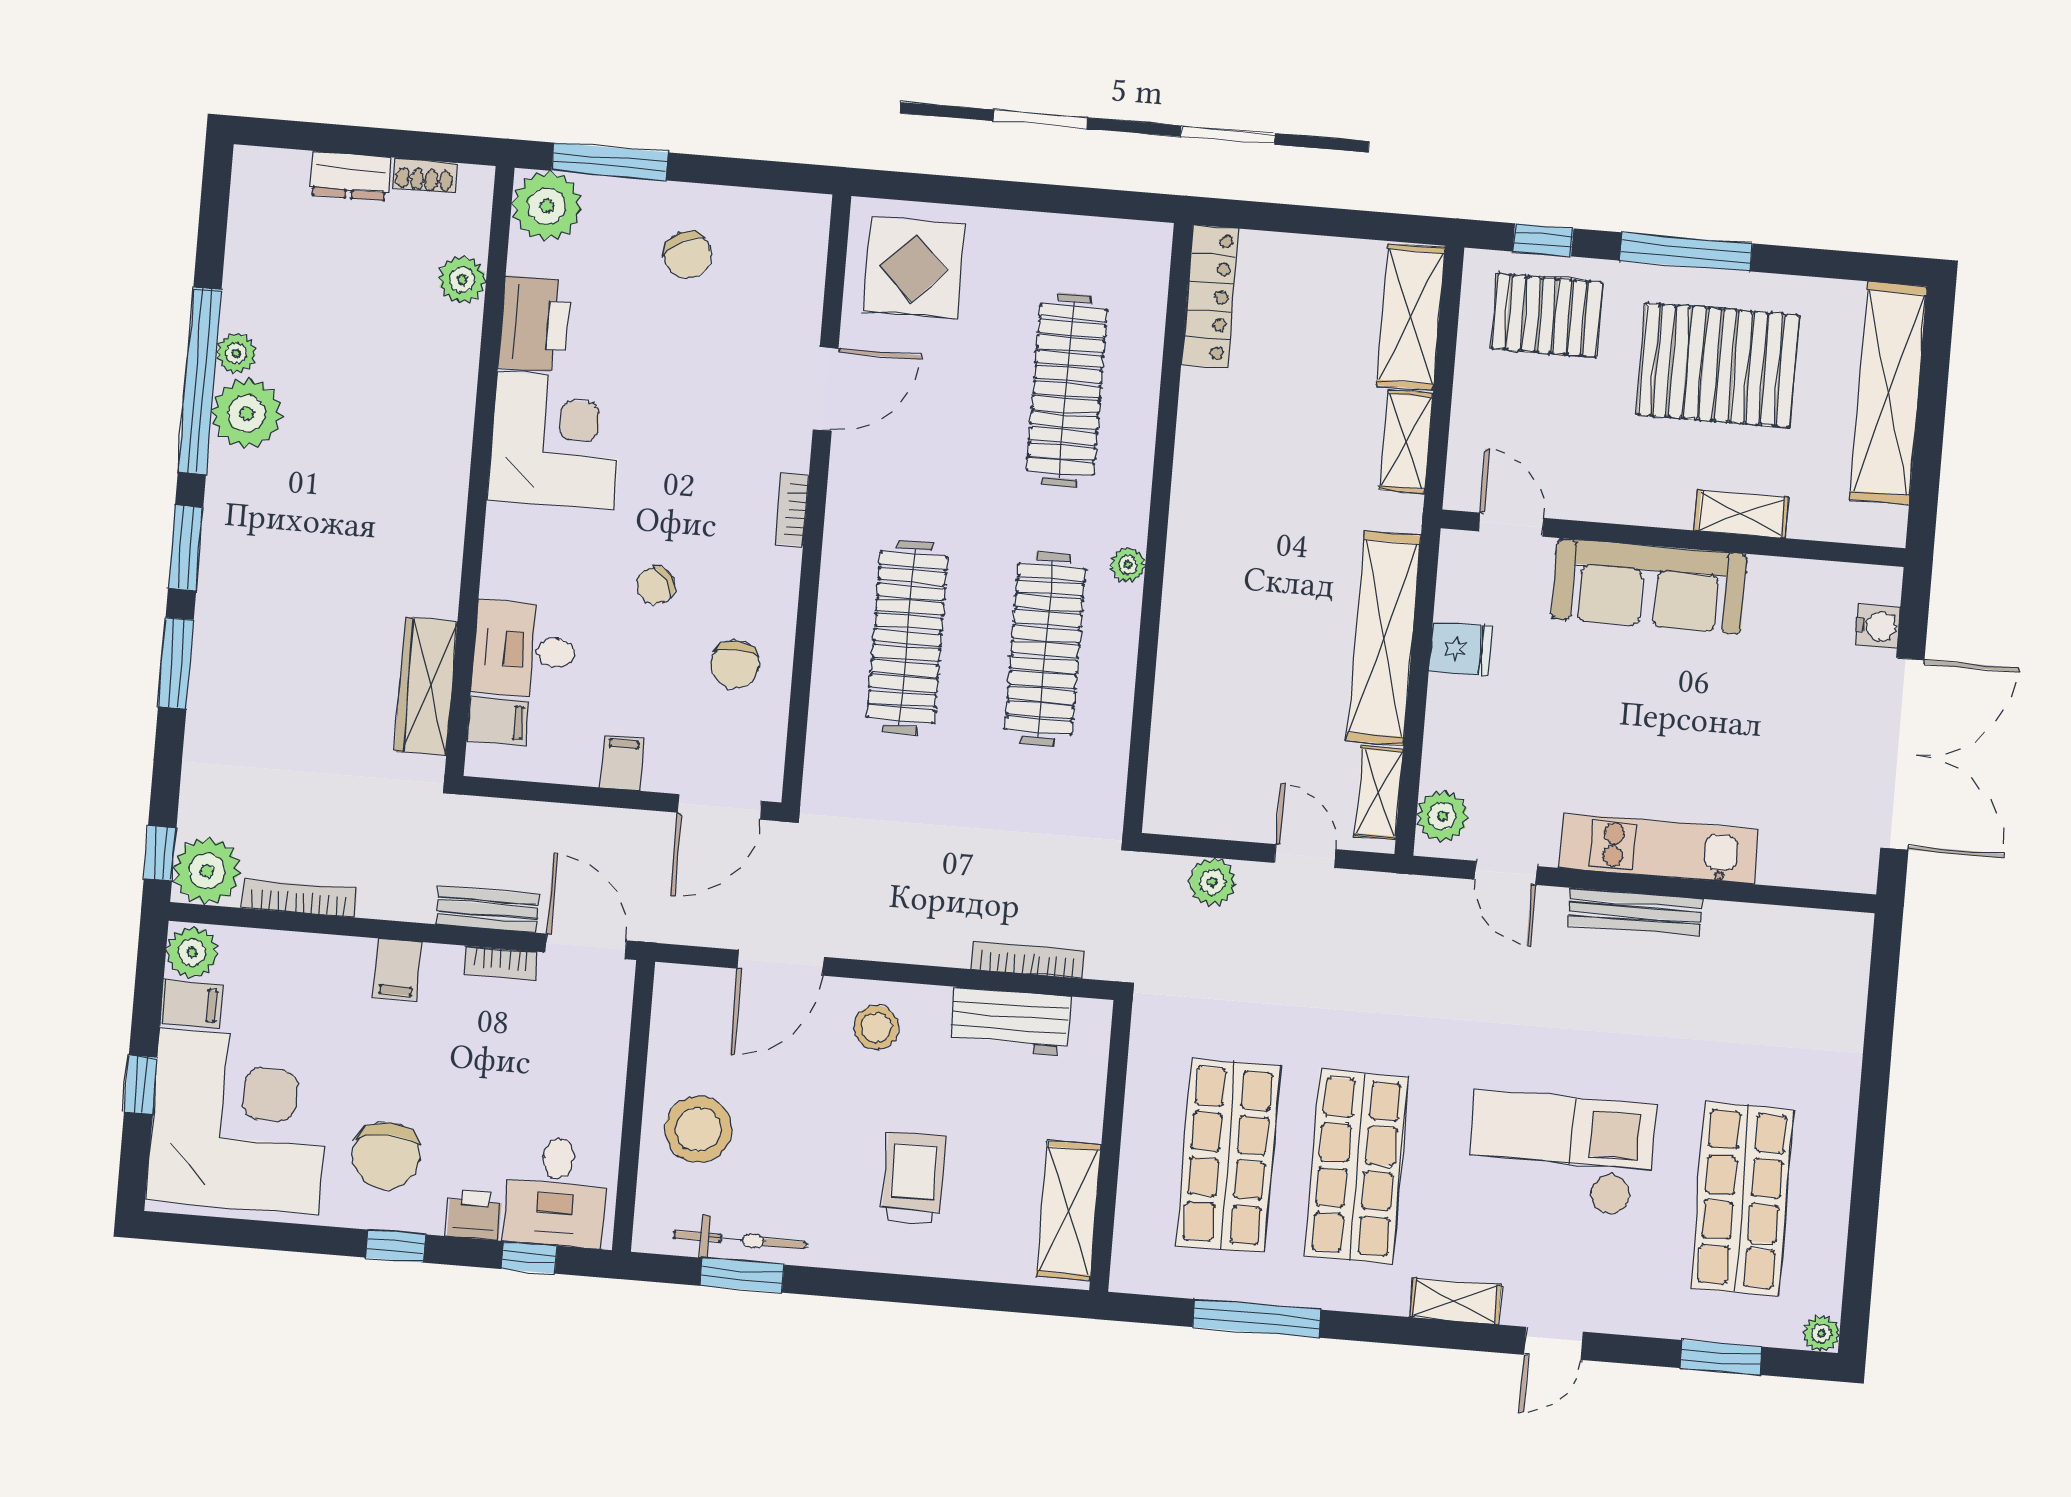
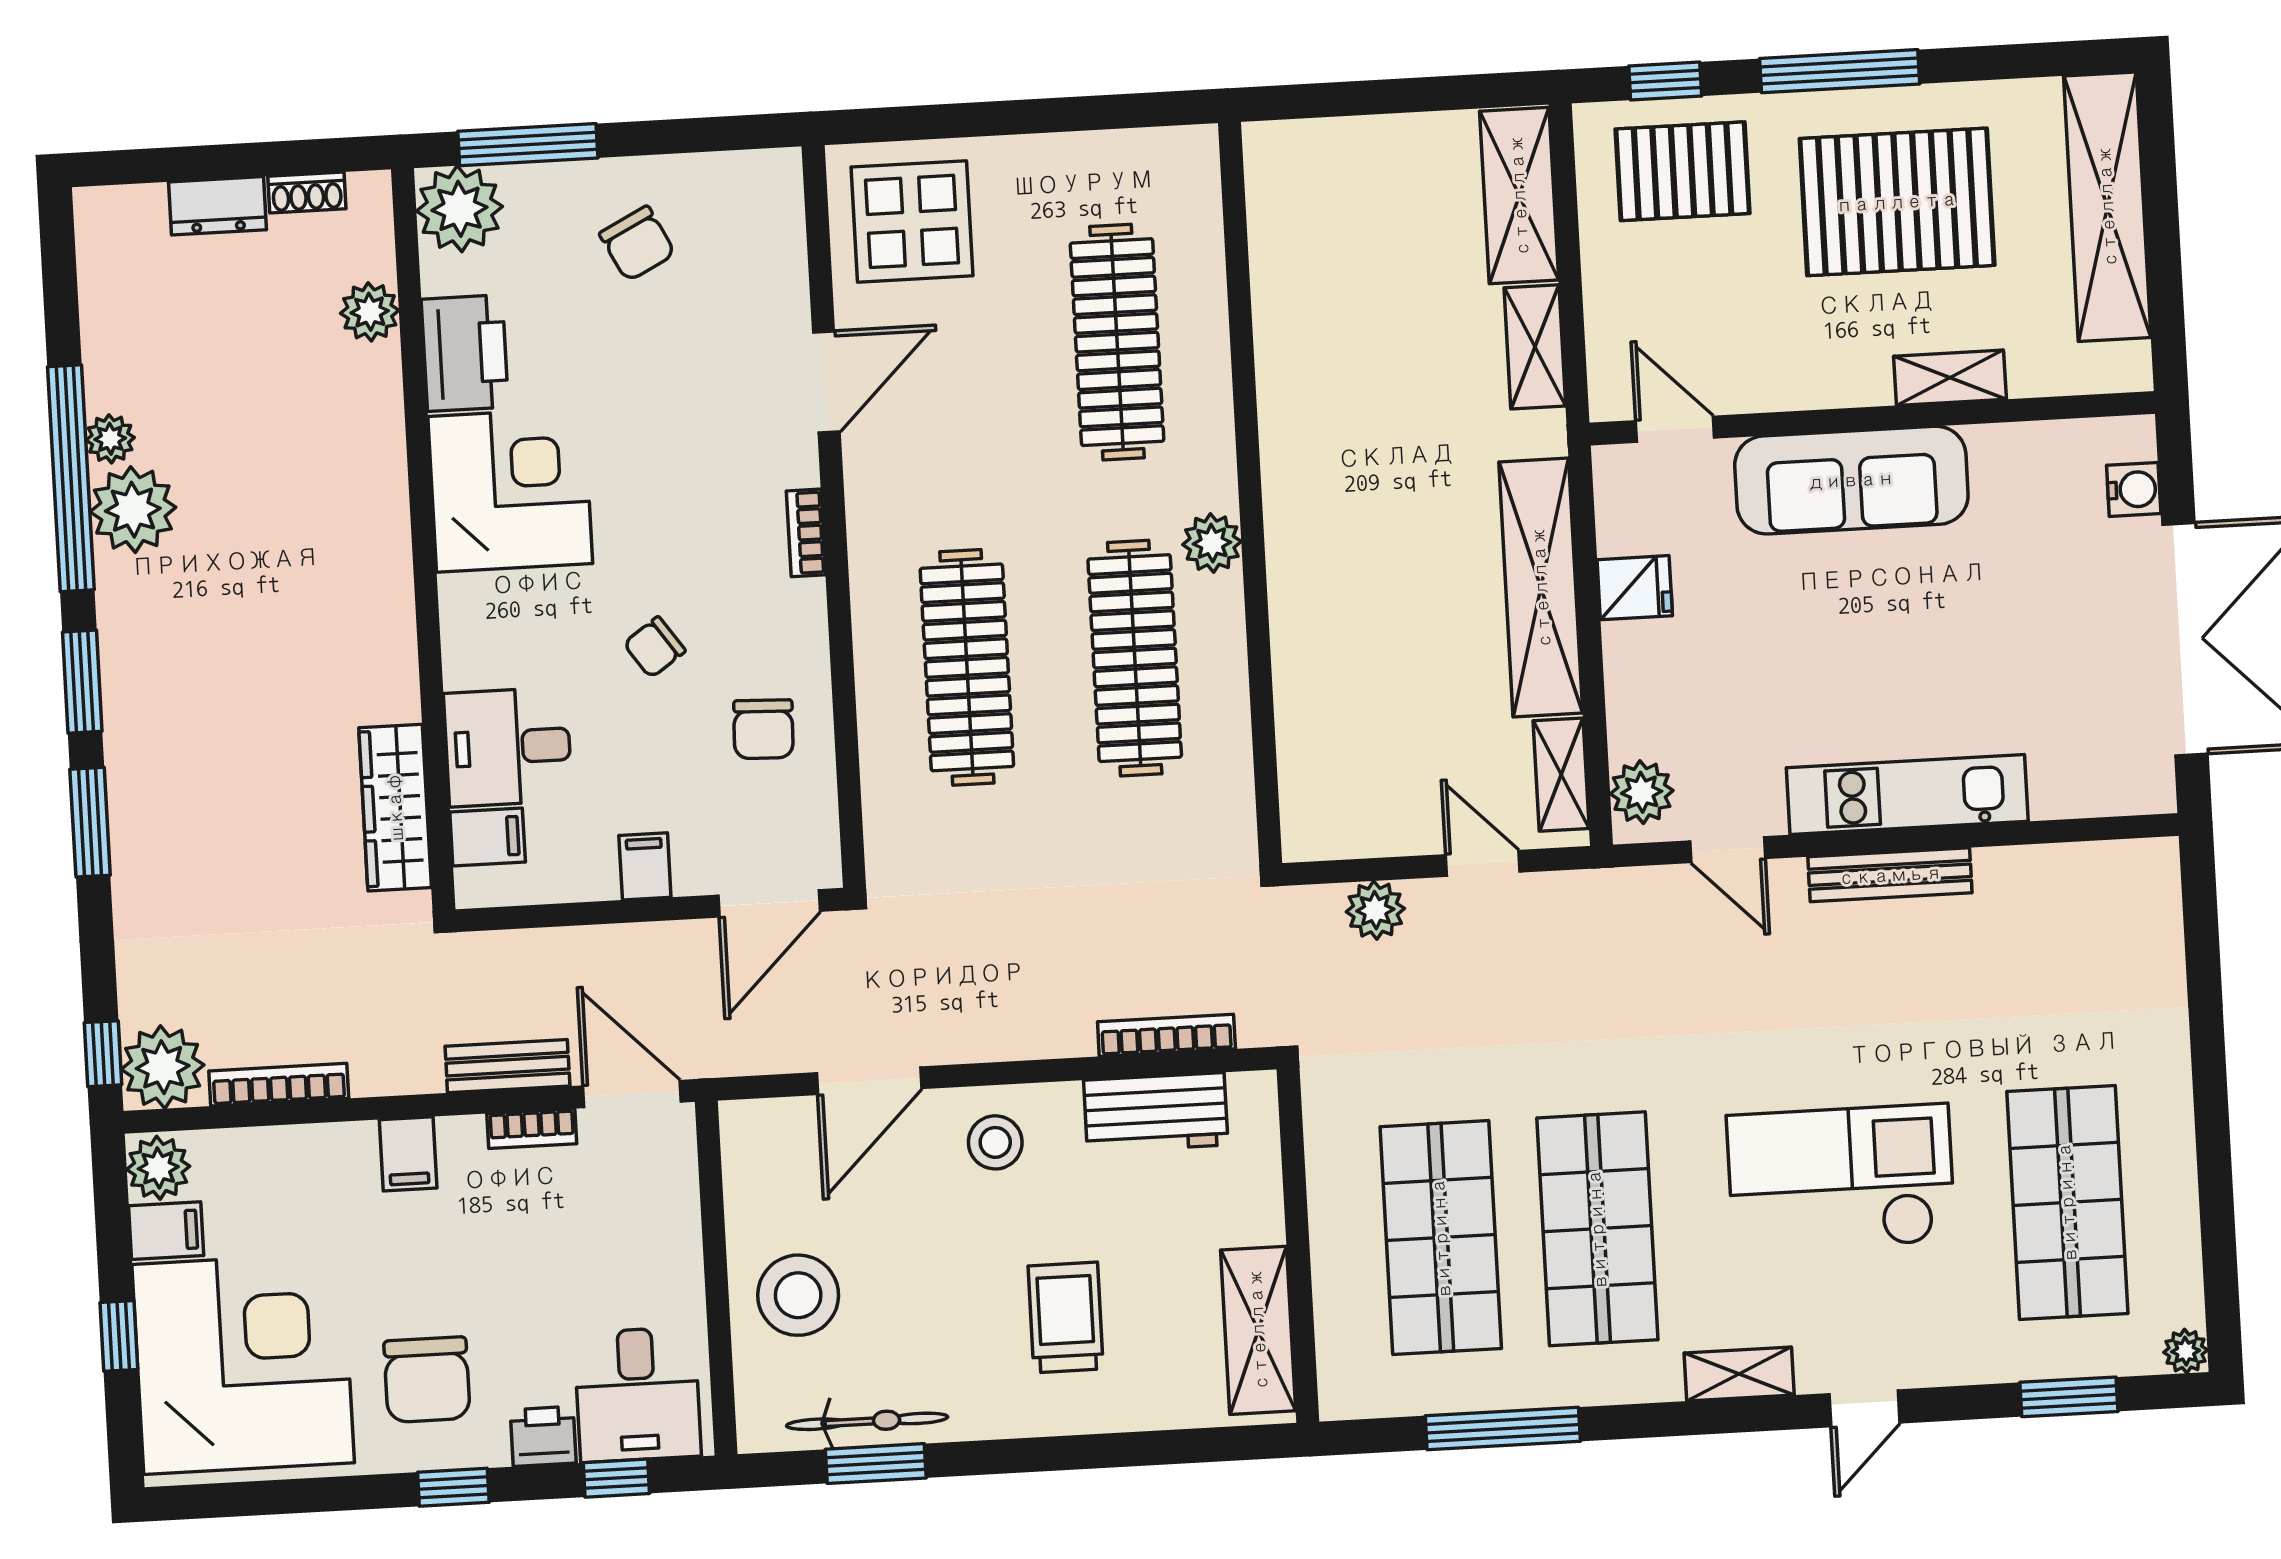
locker: (1210, 296) -> (1274, 205), removed
plant: (1128, 565) -> (1212, 543), width x1.38, depth x1.38

